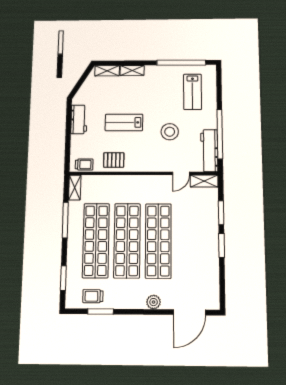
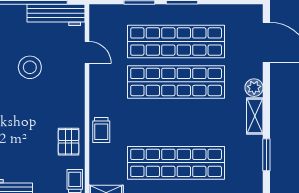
lab bench: (124, 122) -> (17, 129), removed
shelving: (204, 181) -> (255, 116), moved
shop shelf: (127, 241) -> (176, 41), moved
trolley: (93, 296) -> (101, 130), moved

